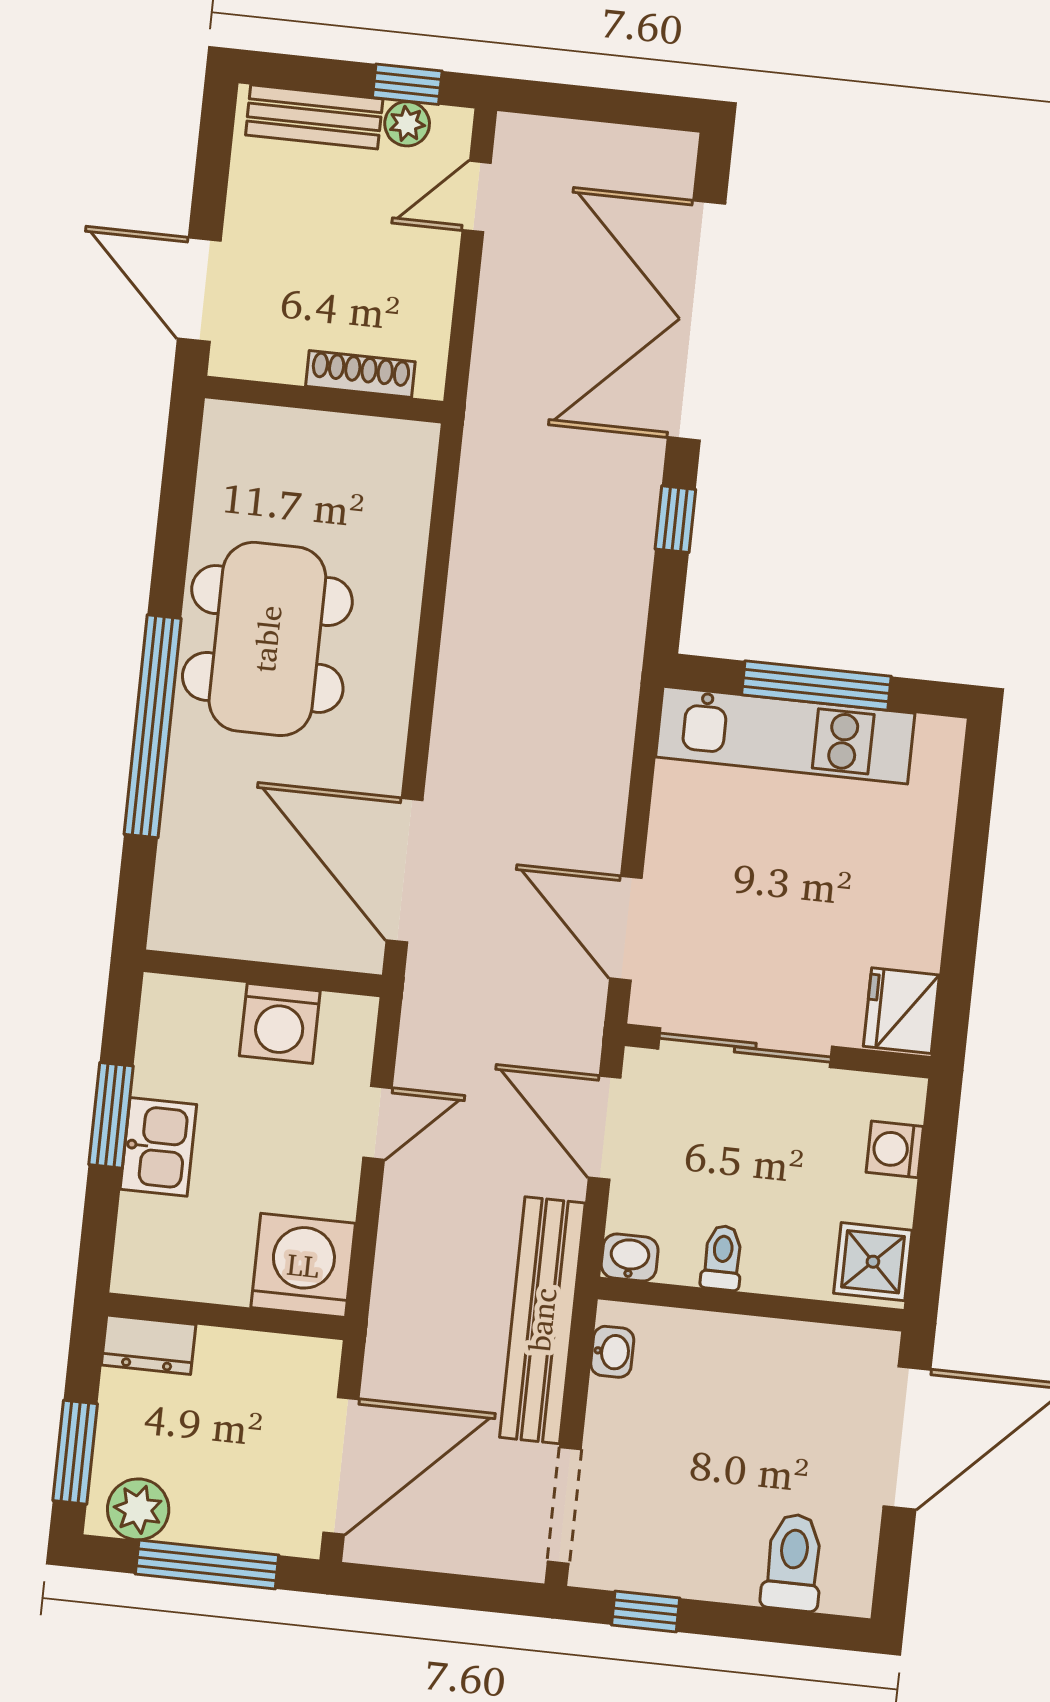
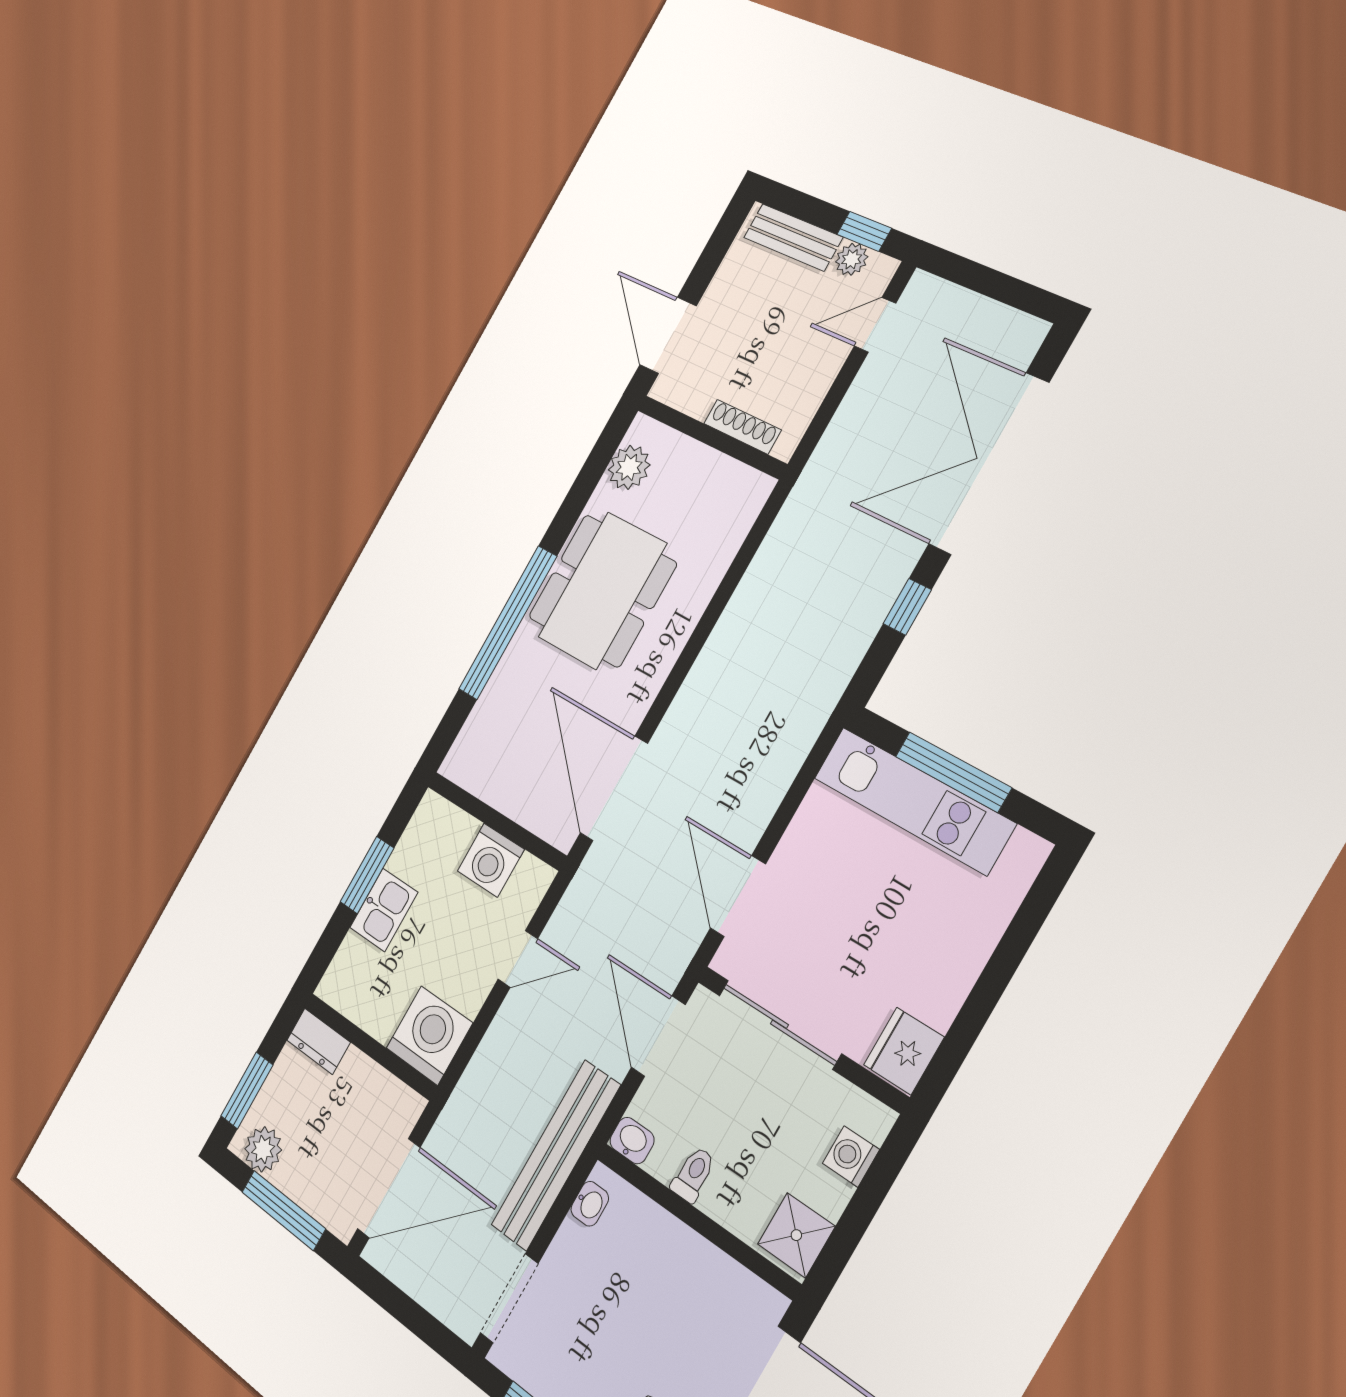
plant: (228, 474) -> (629, 467), added

